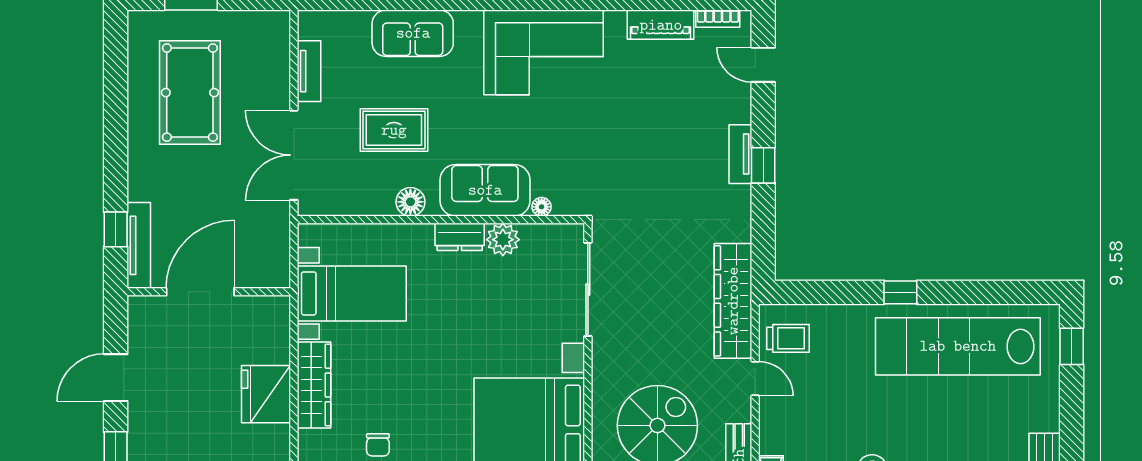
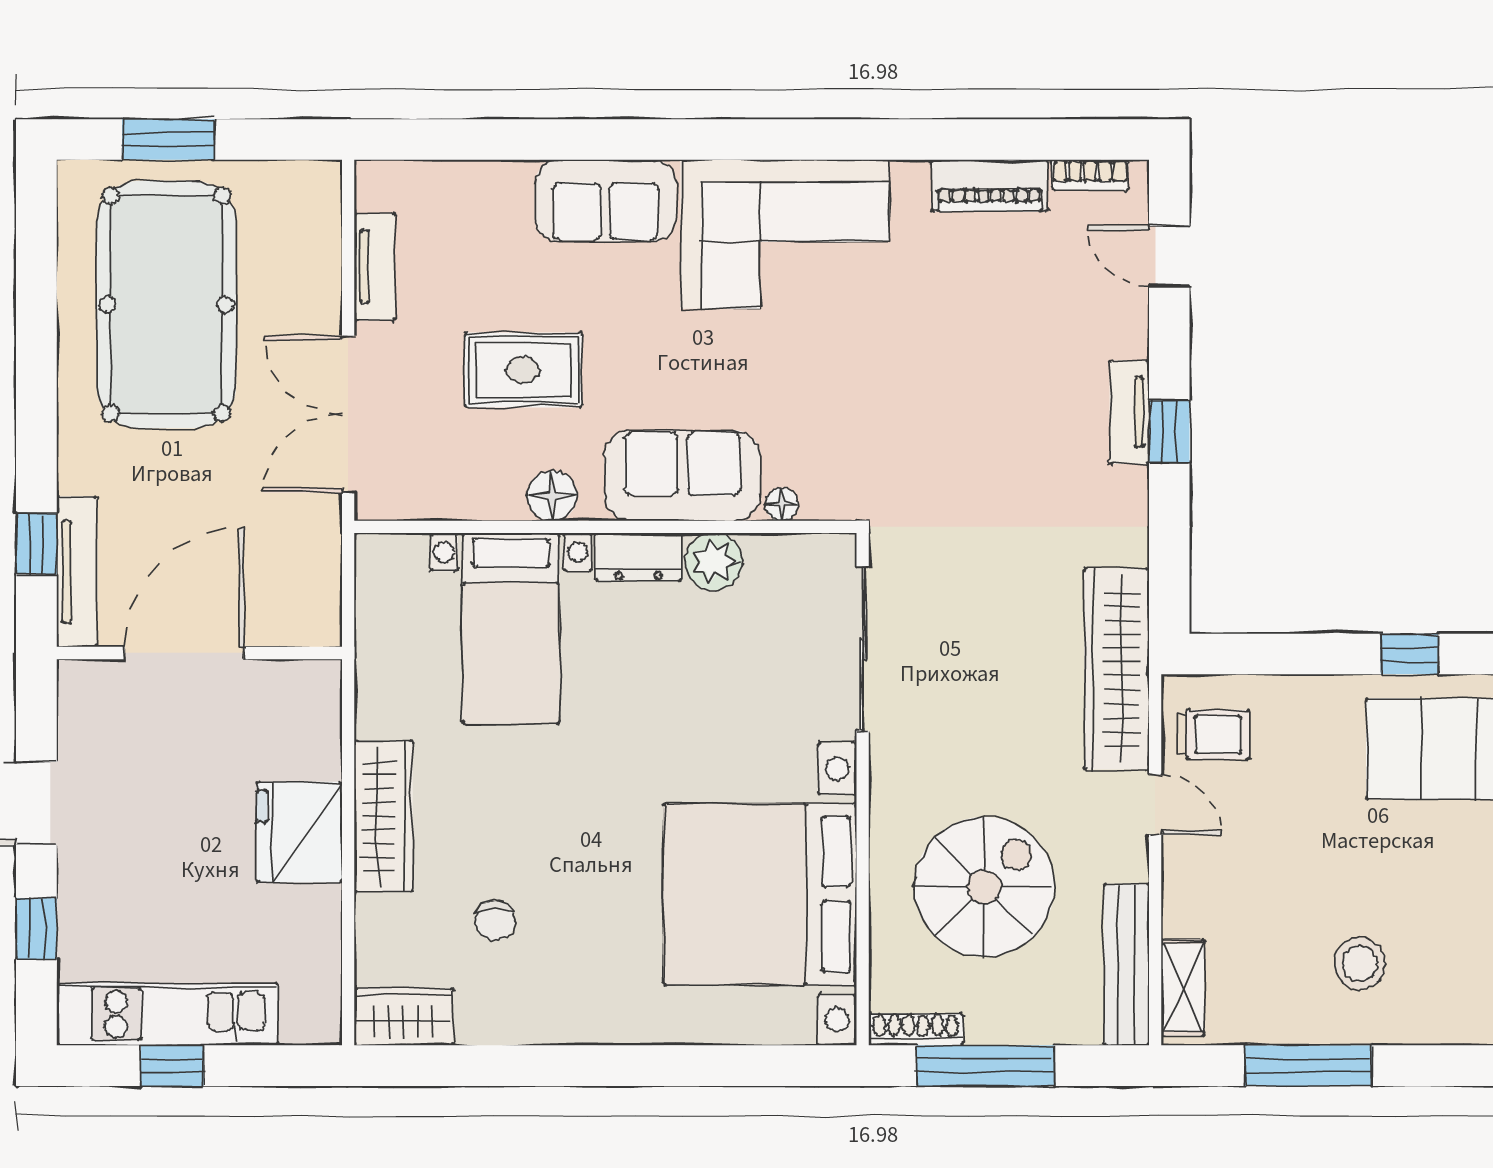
sofa: (413, 33) -> (606, 201), moved
pool table: (190, 93) -> (166, 305), width x1.36, depth x1.32
bed with nightstands: (352, 293) -> (511, 628), moved, turned 90

